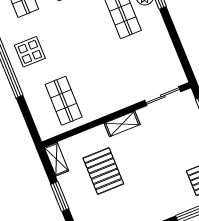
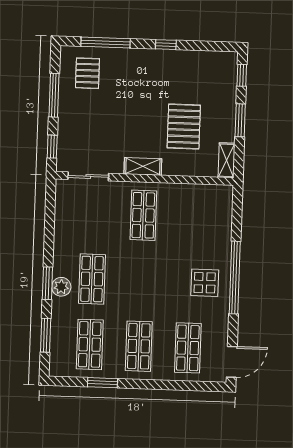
shop shelf: (64, 101) -> (143, 215), moved

